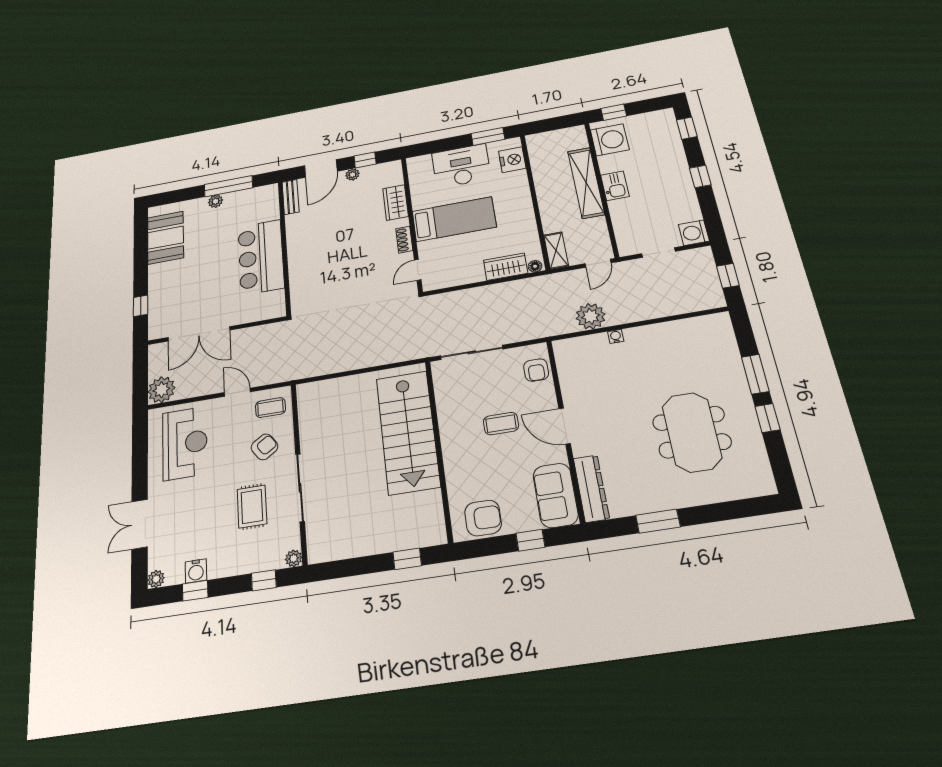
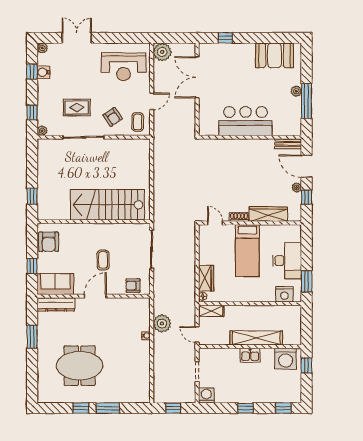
wardrobe: (395, 202) -> (268, 214), width x1.50

